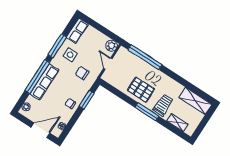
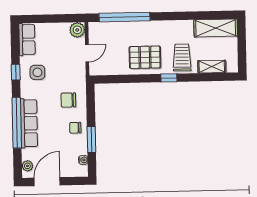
window: (57, 46) -> (16, 72), width x0.46
door: (108, 64) -> (87, 53), swing flipped
chair: (82, 73) -> (68, 100), moved
window: (87, 100) -> (91, 139), moved
window: (147, 112) -> (169, 78), width x0.46
door: (40, 130) -> (47, 182), moved

